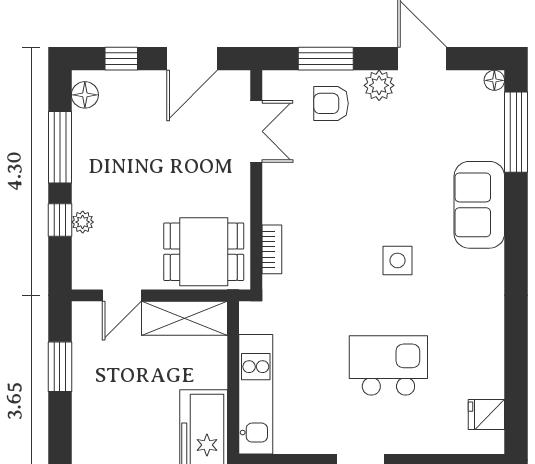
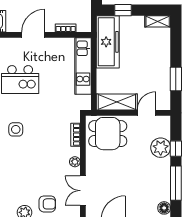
plant: (273, 192) -> (75, 162), added
plant: (83, 222) -> (161, 148), width x1.88, depth x1.88

